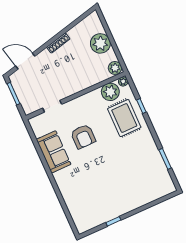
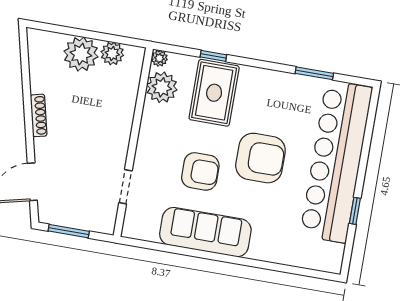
plant: (115, 68) -> (112, 54), moved
rug: (124, 118) -> (214, 93), turned 90
sofa: (54, 152) -> (205, 232), width x1.36
armchair: (108, 160) -> (260, 158), added
bar counter: (131, 197) -> (336, 162), added

